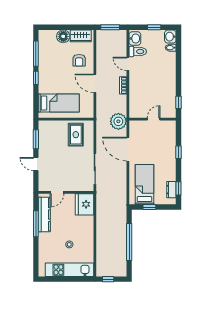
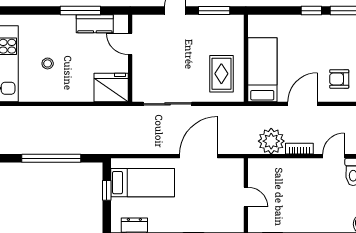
bed: (59, 103) -> (262, 70), moved, turned 180
plant: (118, 121) -> (271, 141), moved
rug: (76, 135) -> (221, 74), turned 90
kitchen counter: (44, 215) -> (95, 24), width x0.67

